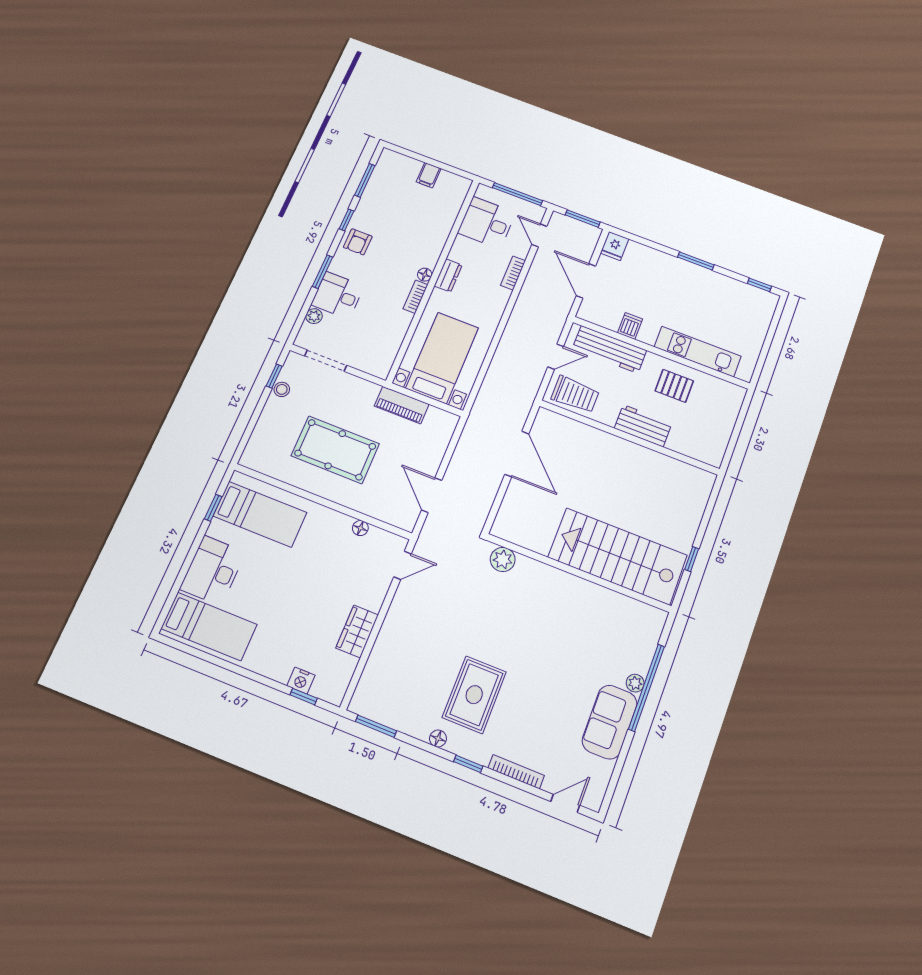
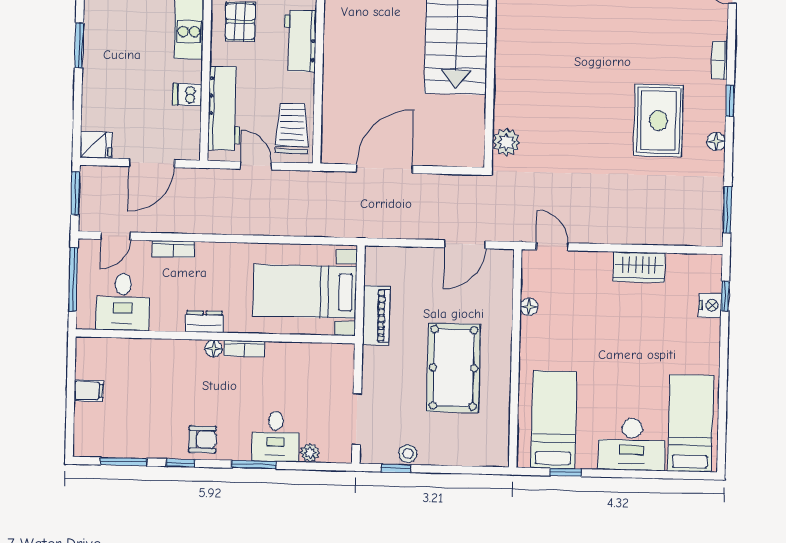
rug: (474, 695) -> (659, 120), turned 90
bookcase: (516, 772) -> (720, 60), width x0.64

